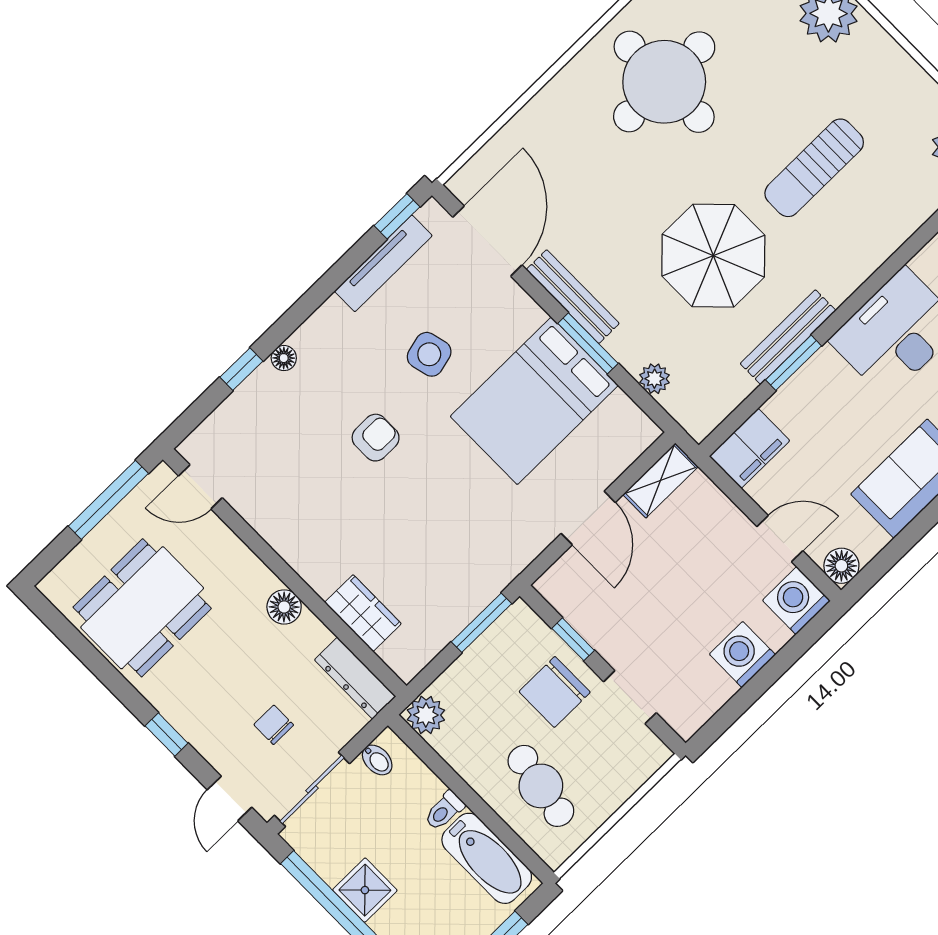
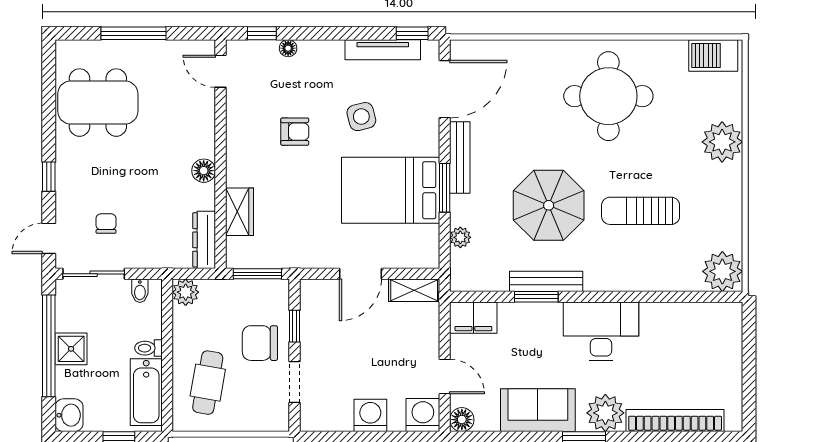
door: (200, 487) -> (221, 71), moved
wall: (285, 573) -> (221, 154), moved
floor lamp: (284, 607) -> (204, 171), moved
wardrobe: (363, 613) -> (240, 212), moved
dresser: (355, 678) -> (204, 240), moved

